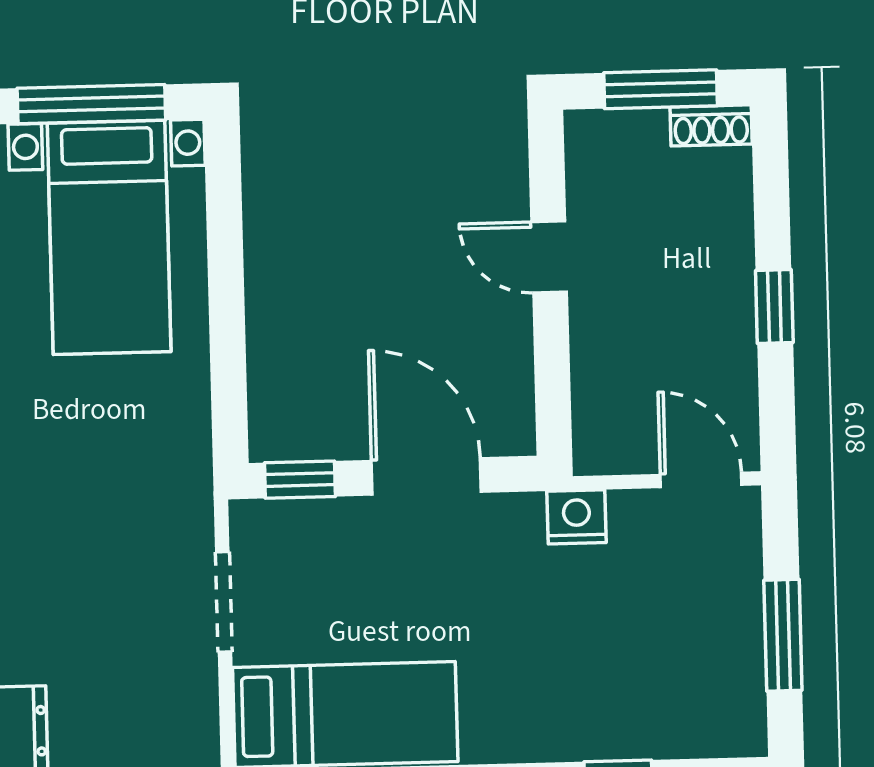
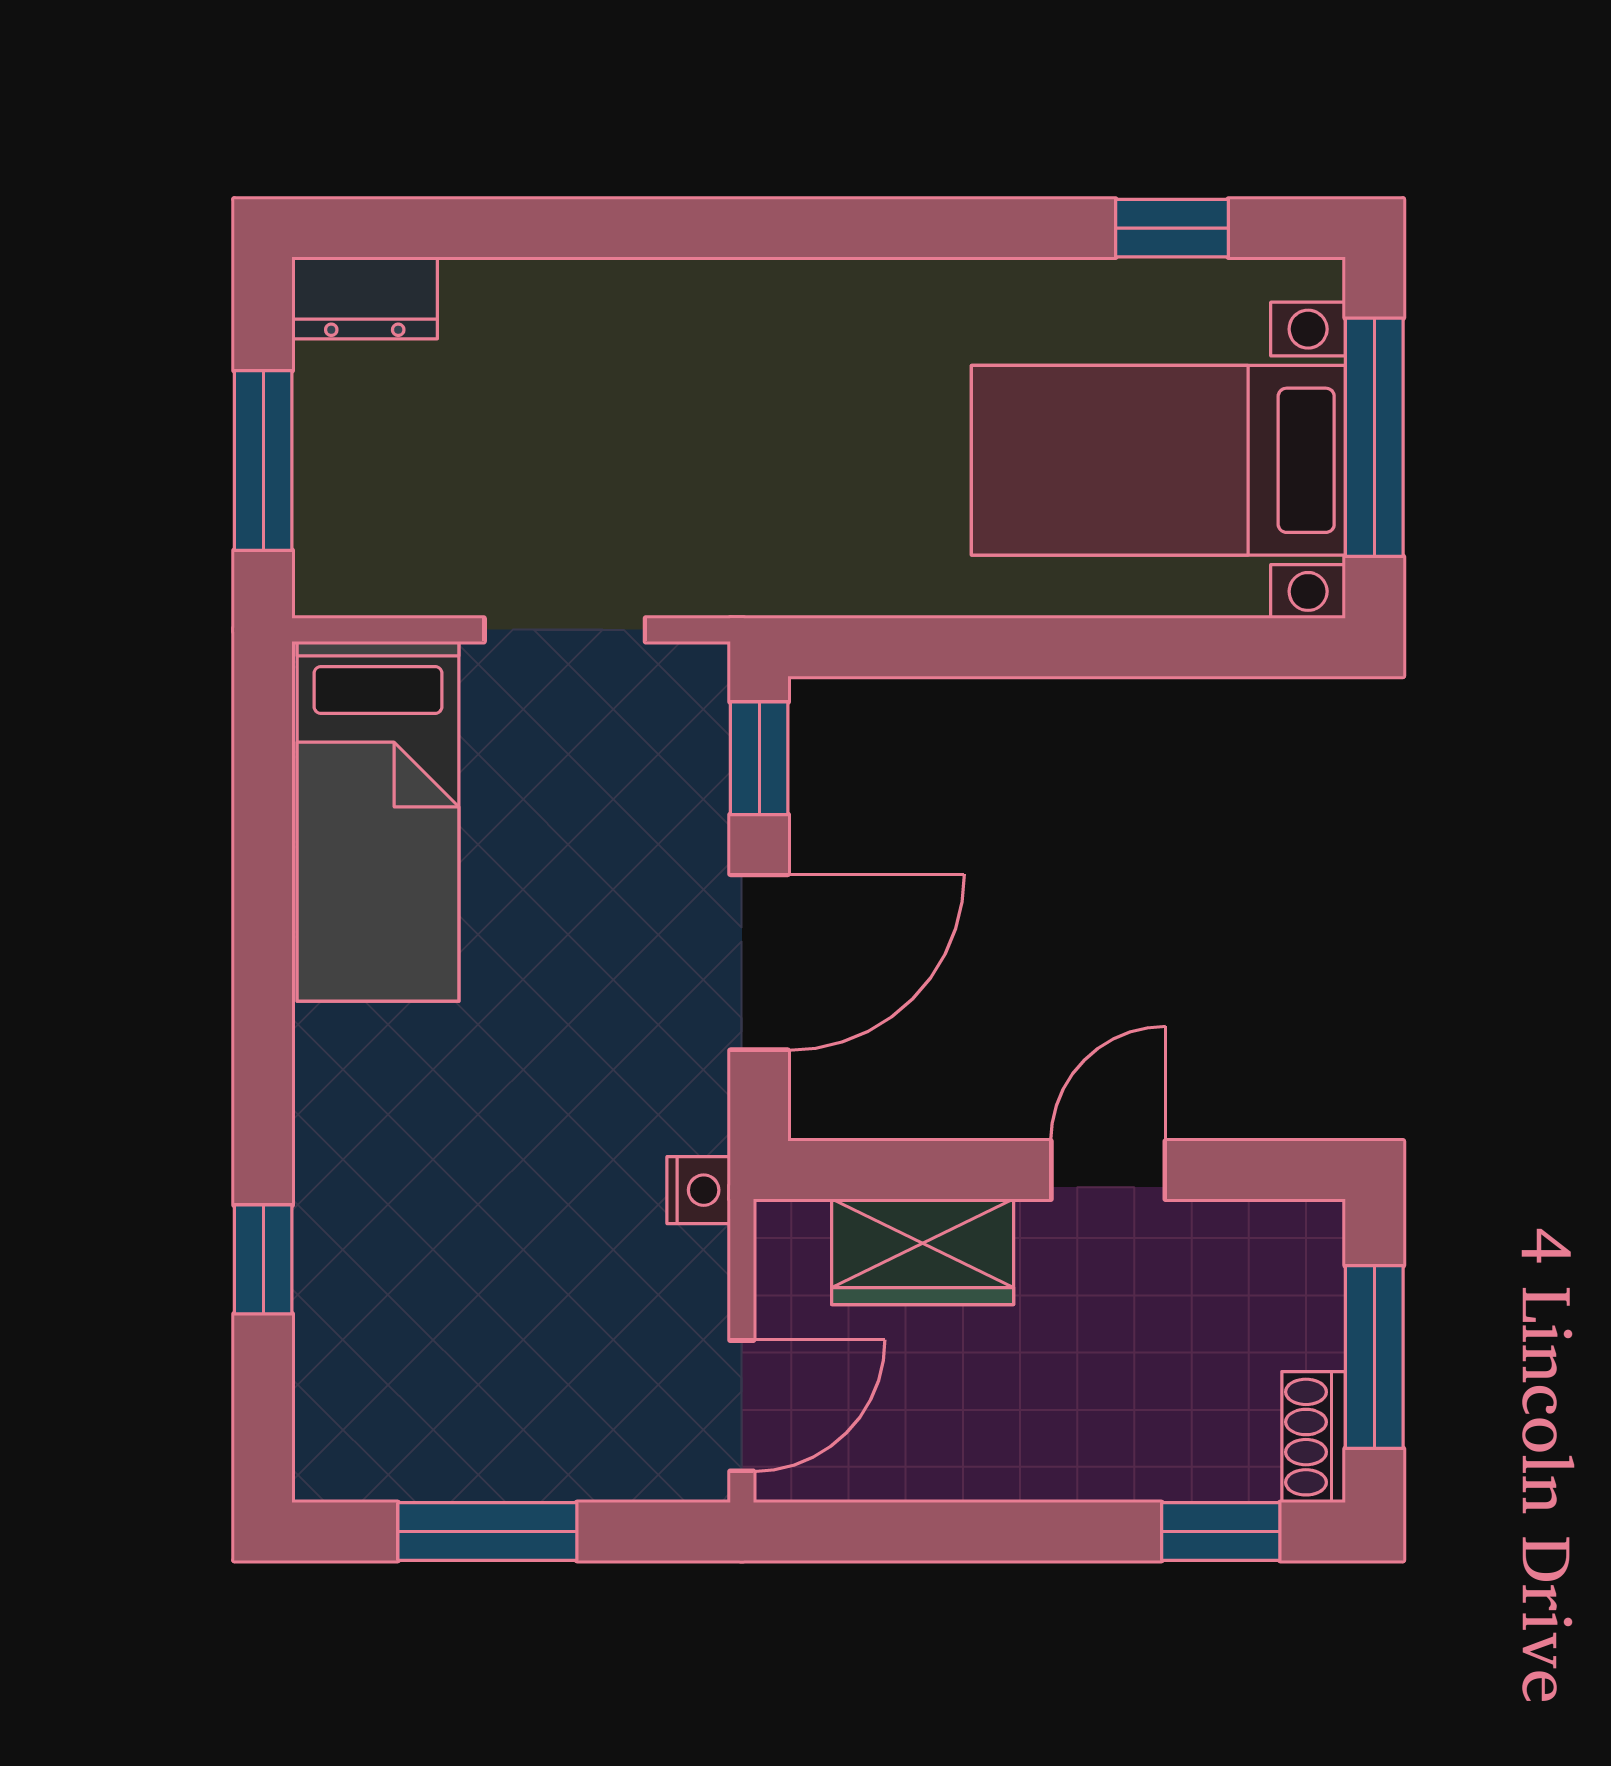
window: (774, 307) -> (1221, 1531), moved
wardrobe: (603, 370) -> (923, 1252), added
nightstand: (577, 517) -> (699, 1190), width x0.72, depth x0.74

